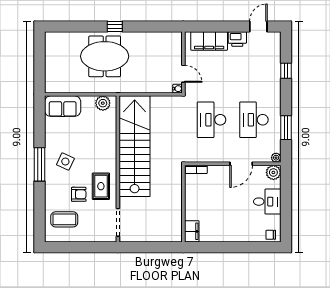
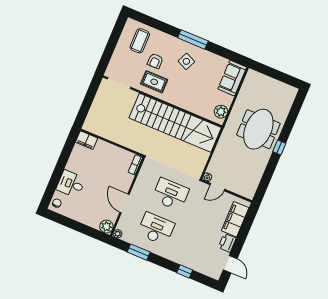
desk: (267, 202) -> (71, 184), moved, turned 90

